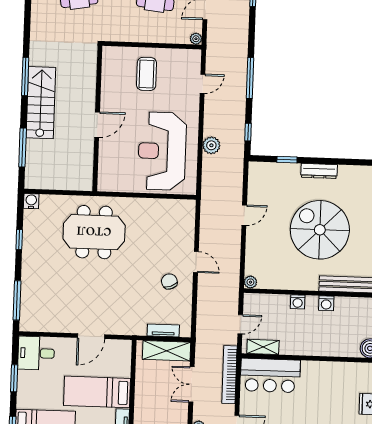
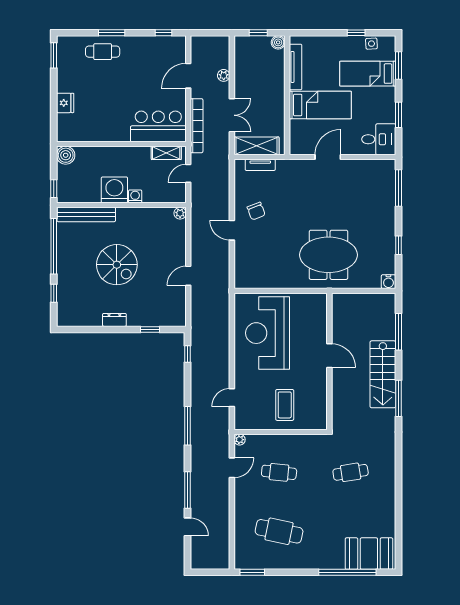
window: (250, 78) -> (188, 426), moved
door: (97, 125) -> (329, 356), swing flipped
plant: (211, 145) -> (221, 340), removed
reception desk: (162, 151) -> (268, 333), turned 180
dresser: (319, 171) -> (114, 320), width x0.70
spiral stairs: (320, 230) -> (117, 265), width x0.73, depth x0.73
washing machine: (326, 303) -> (114, 190), width x1.89, depth x1.89

